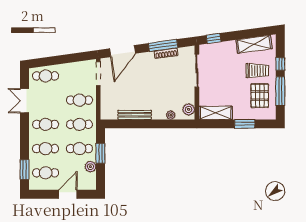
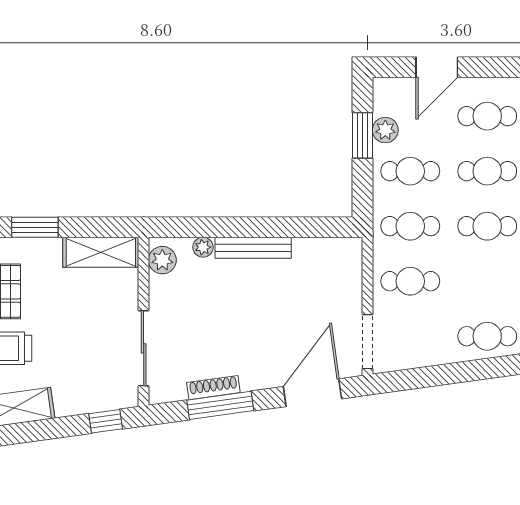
bench: (135, 115) -> (253, 248), moved
window: (100, 153) -> (363, 135), moved

